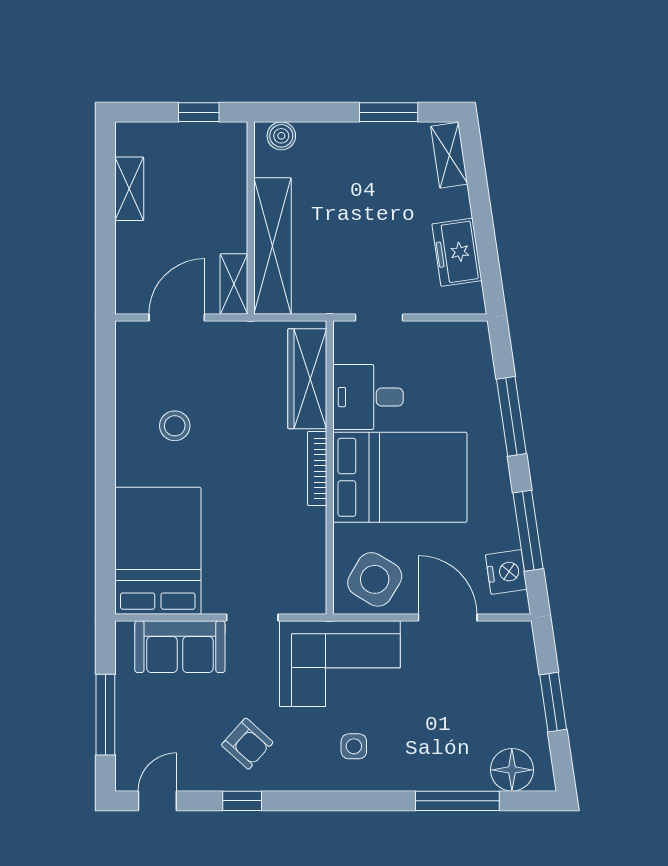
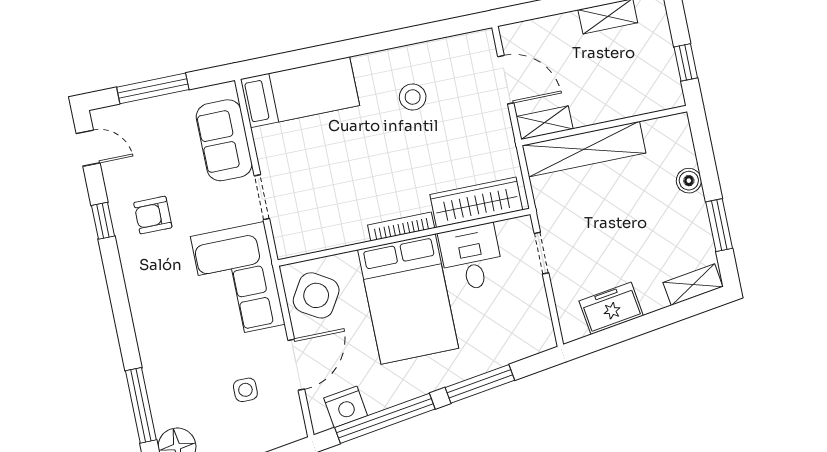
boiler: (281, 136) -> (689, 181), moved
window: (528, 531) -> (385, 418), width x1.46
bed: (158, 551) -> (300, 92), width x0.67
armchair: (247, 744) -> (153, 215), turned 48
side table: (354, 746) -> (245, 390), moved

